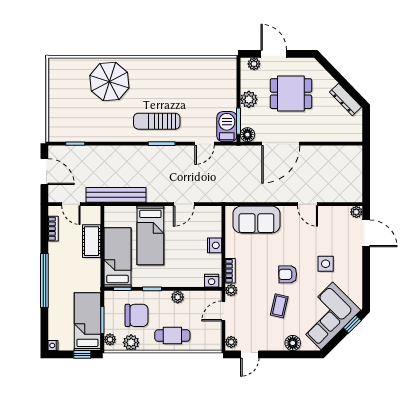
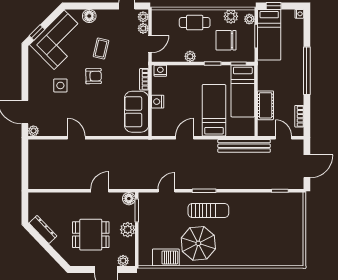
parasol: (109, 82) -> (198, 243), moved
barbecue: (227, 127) -> (166, 257), moved, turned -90
door: (281, 144) -> (100, 191), width x0.53
door: (44, 172) -> (307, 166), swing flipped
sofa: (256, 220) -> (136, 112), moved, turned -90
plant: (231, 290) -> (143, 28), moved

